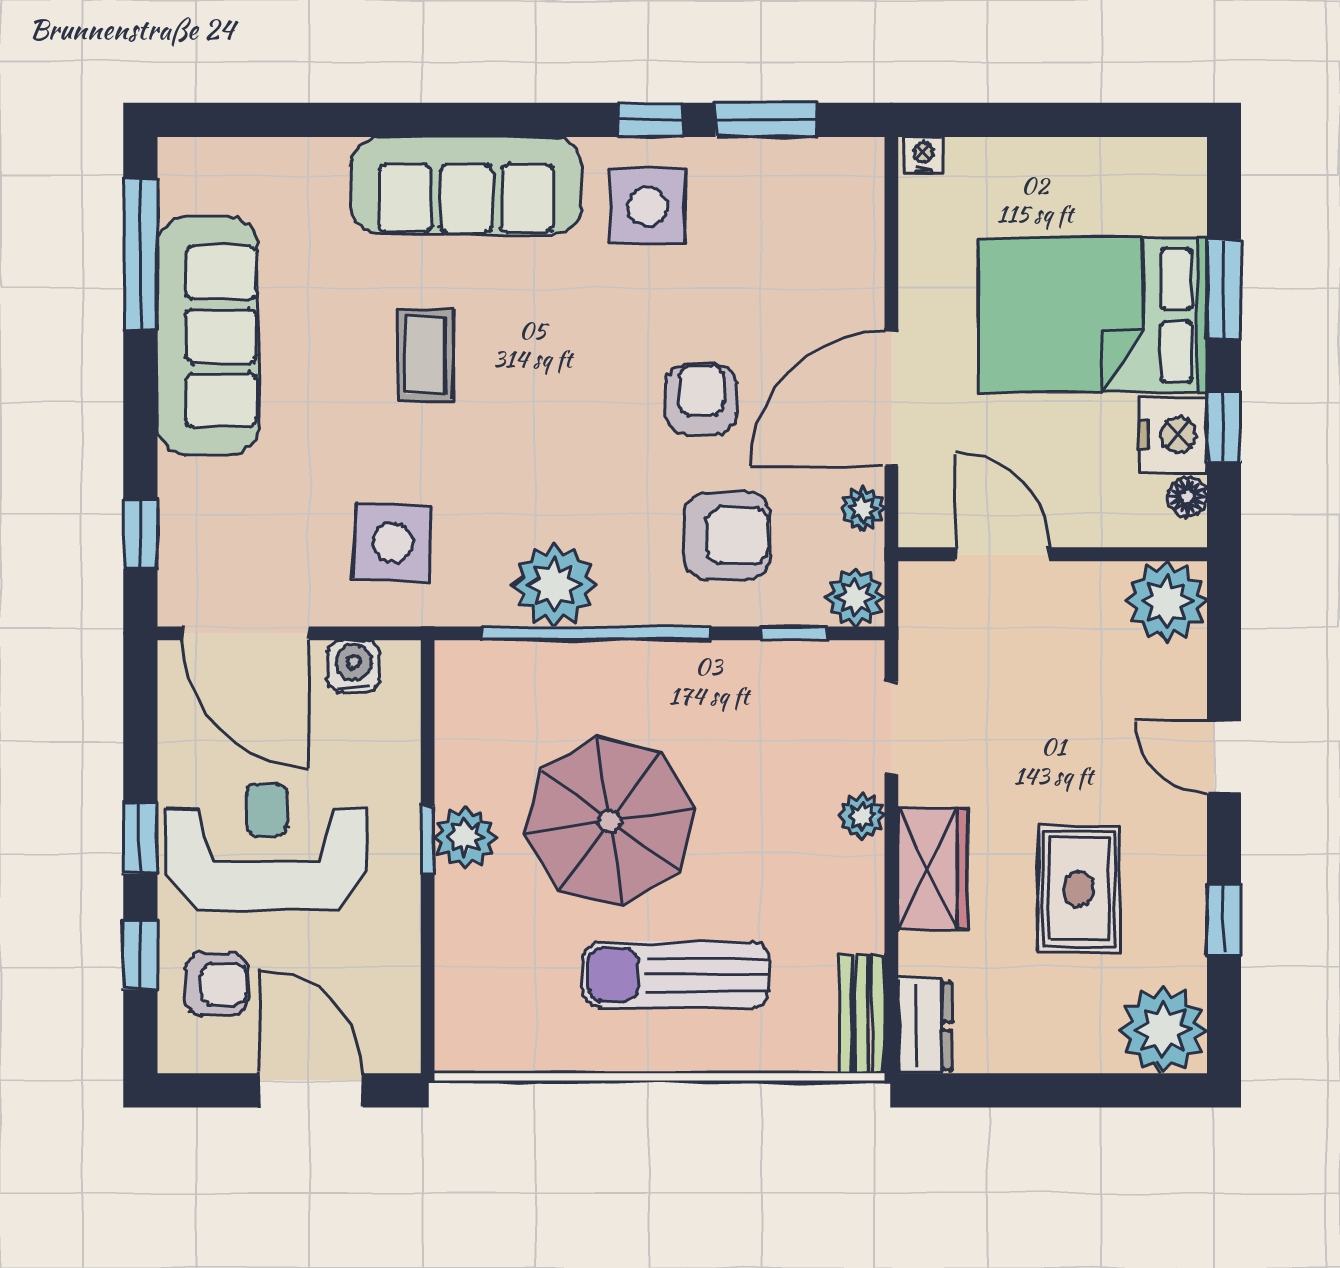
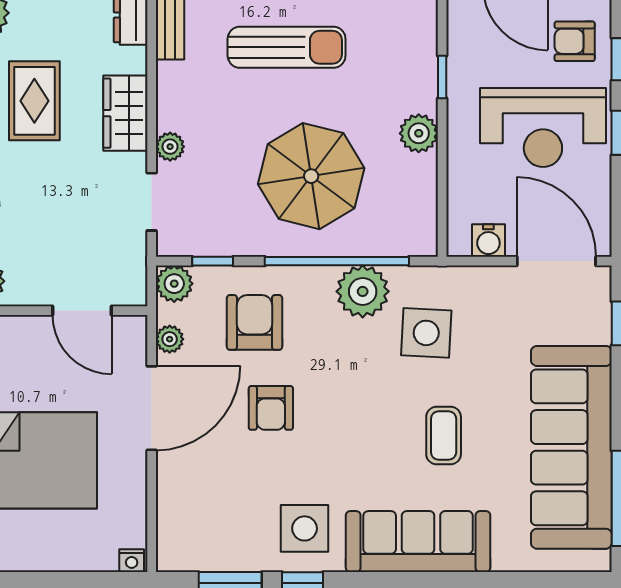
sofa: (208, 336) -> (571, 447), width x1.36, depth x1.27
armchair: (727, 535) -> (255, 322), turned 90
side table: (393, 543) -> (426, 333), moved
parasol: (610, 821) -> (311, 176), moved
window: (428, 840) -> (442, 77), moved

